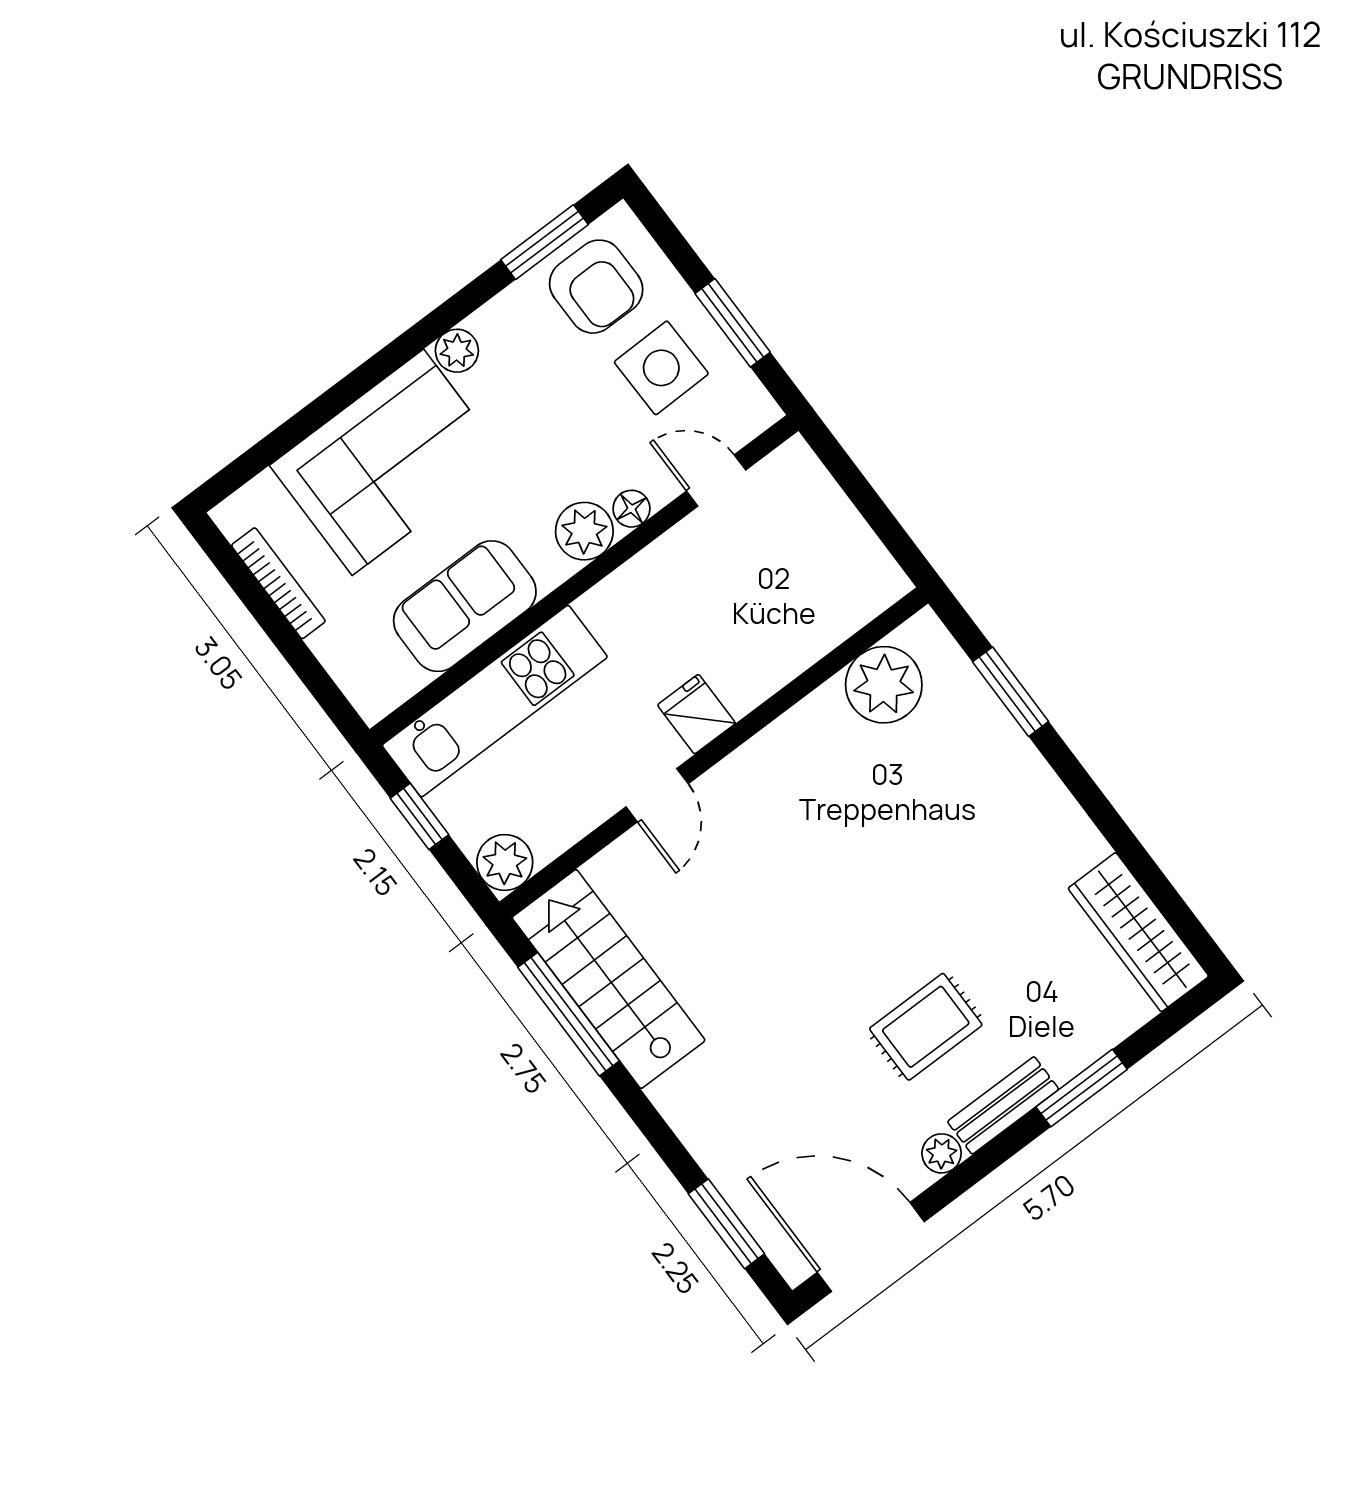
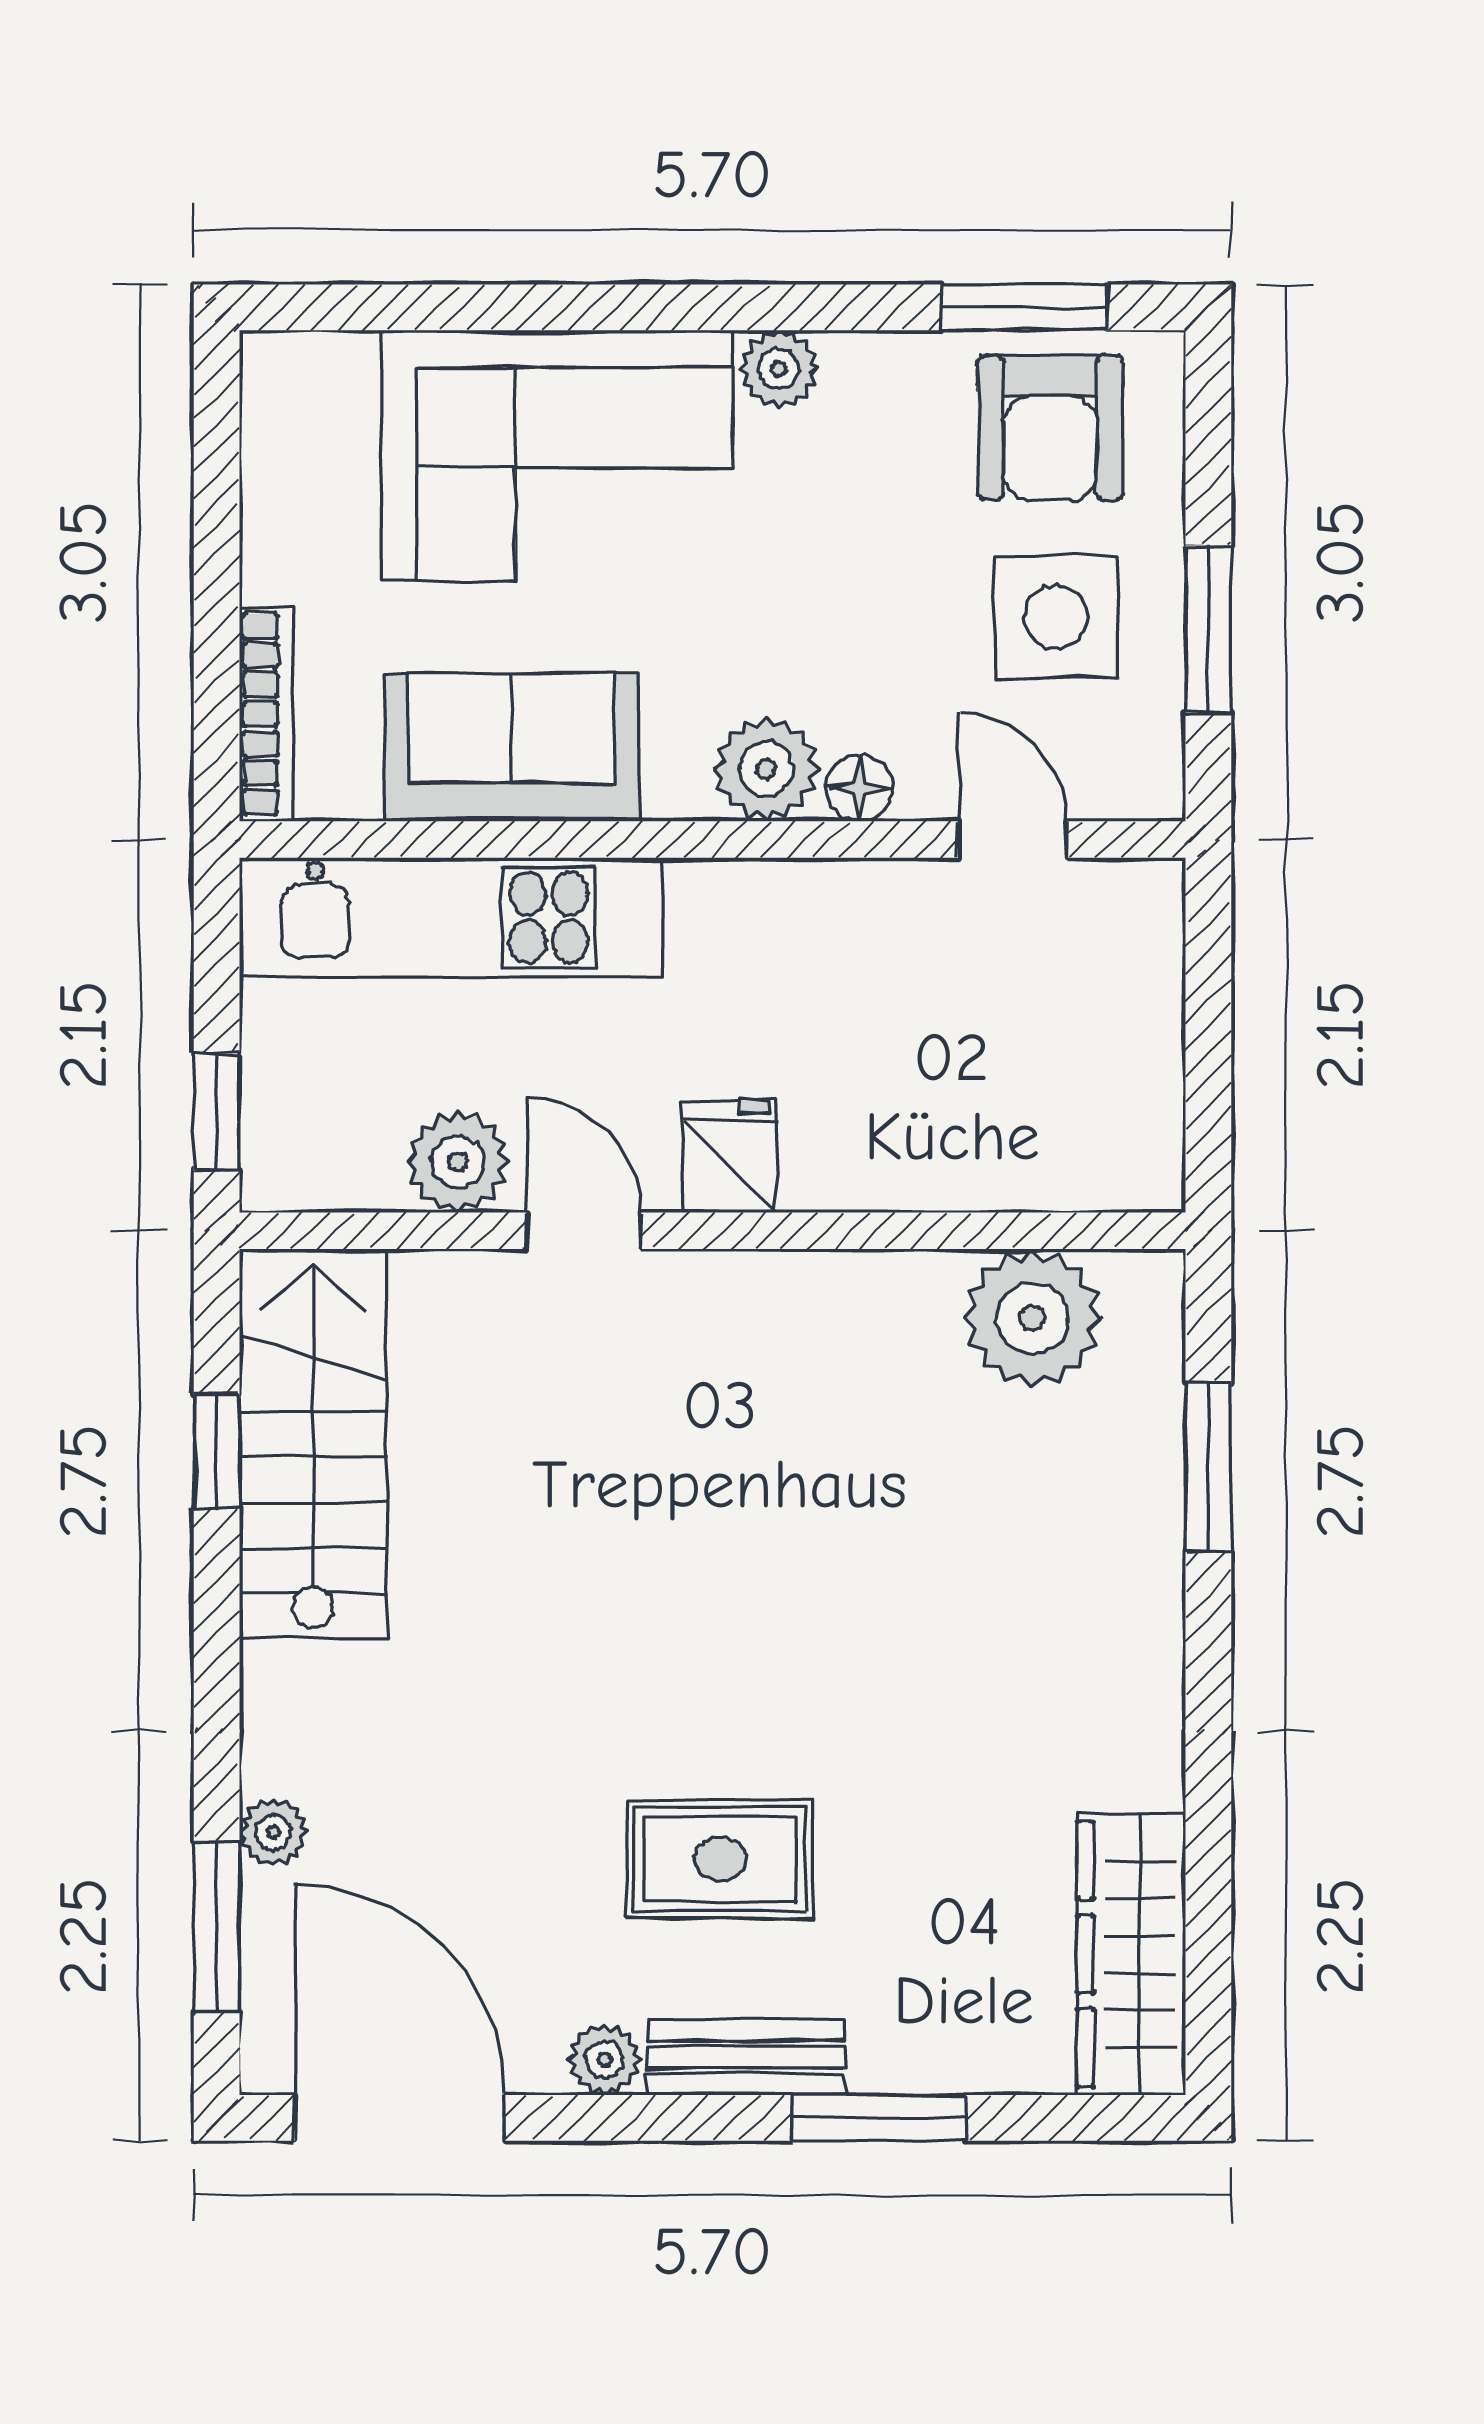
bookcase: (278, 583) -> (267, 714), moved
door: (657, 795) -> (584, 1231), swing flipped
window: (420, 816) -> (217, 1112), moved
plant: (505, 862) -> (458, 1162), moved
window: (569, 1014) -> (217, 1451), width x0.46
plant: (720, 1163) -> (273, 1832), added

